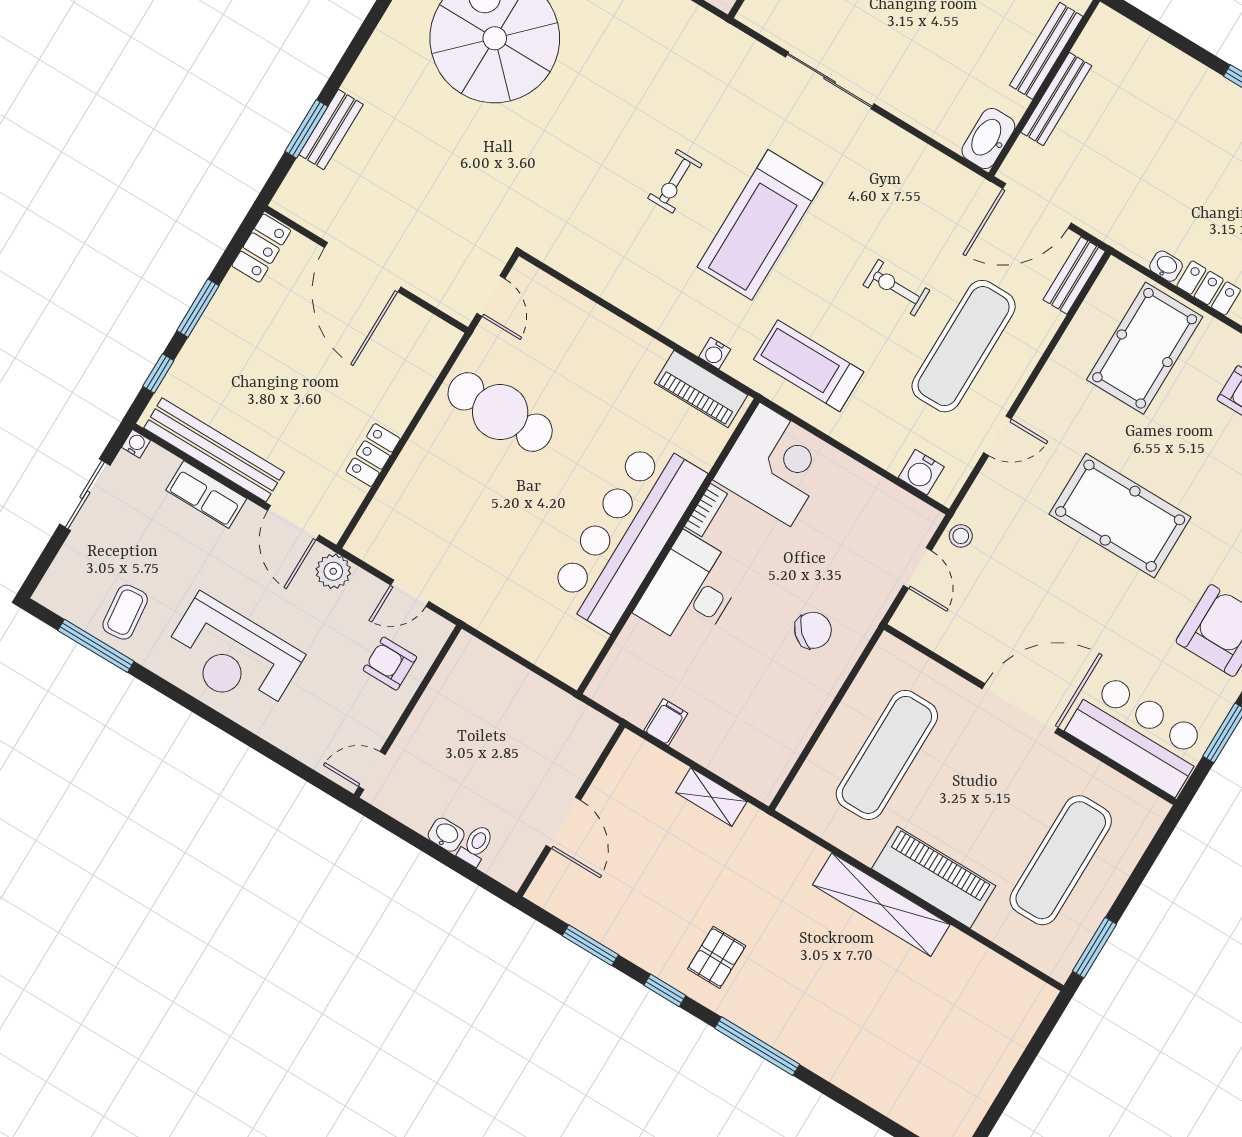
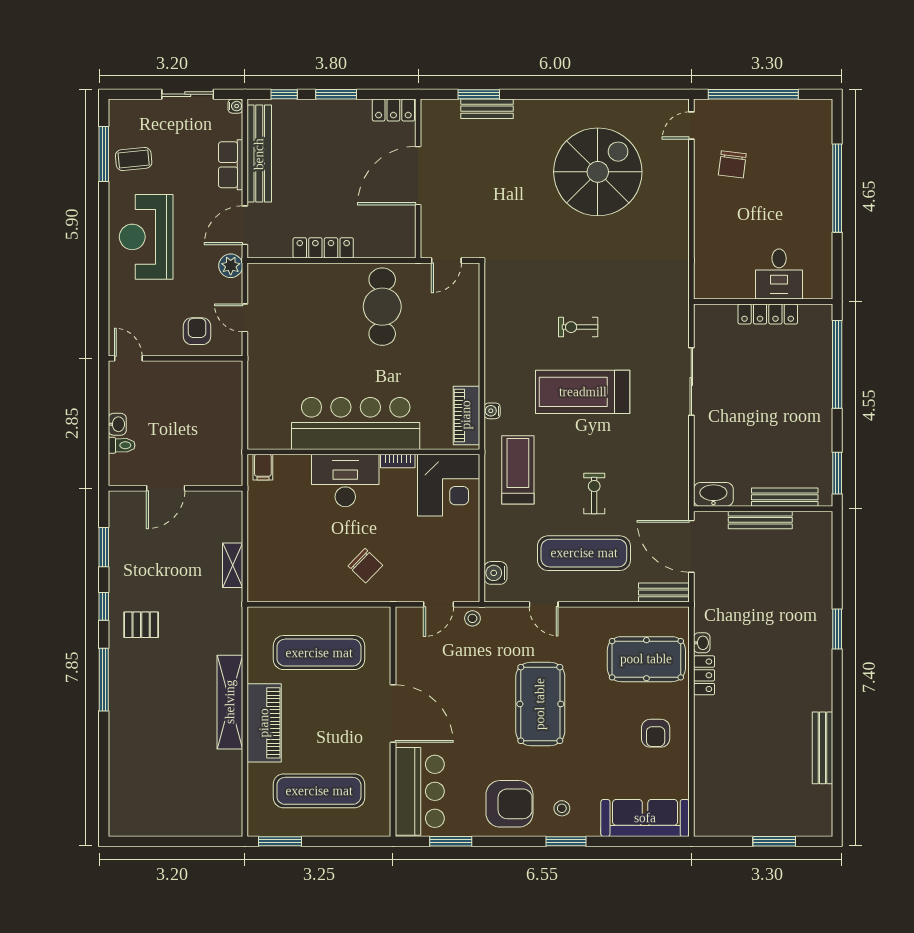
locker: (373, 455) -> (323, 248), width x1.53
filing cabinet: (666, 722) -> (263, 467), moved, turned 90

